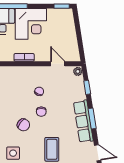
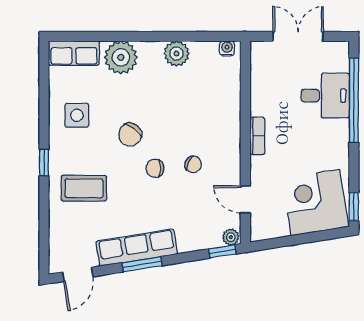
corner desk: (31, 24) -> (315, 203), moved, turned 81
door: (58, 64) -> (245, 199), swing flipped
window: (87, 87) -> (222, 251), moved

